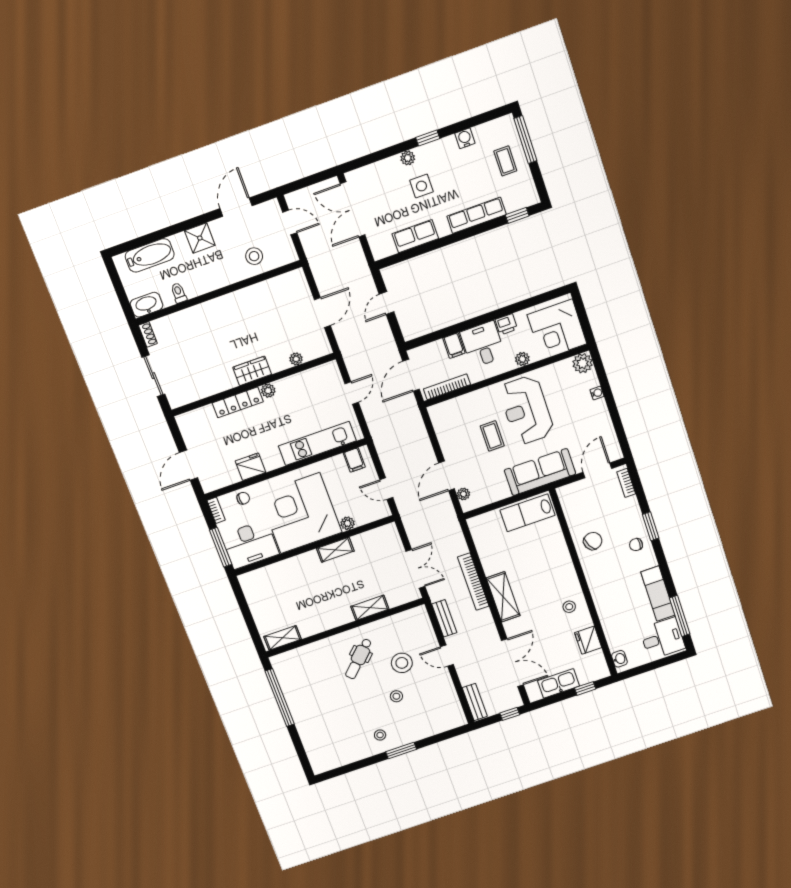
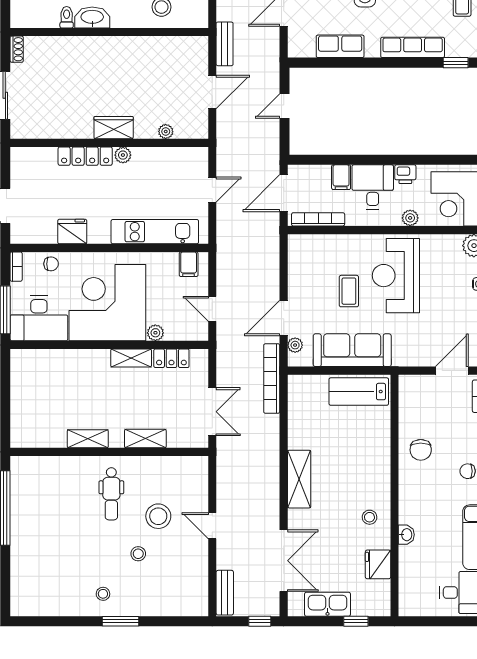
washbasin: (146, 305) -> (92, 17), moved
sofa: (540, 472) -> (352, 350), moved
locker: (368, 539) -> (171, 358), added
chair: (593, 541) -> (421, 450), turned 117
bookcase: (473, 582) -> (272, 379), moved
bench: (444, 618) -> (225, 44), moved
shelving: (283, 638) -> (88, 439), moved
dental chair: (359, 659) -> (111, 494), turned -45
washbasin: (619, 659) -> (406, 535), moved

